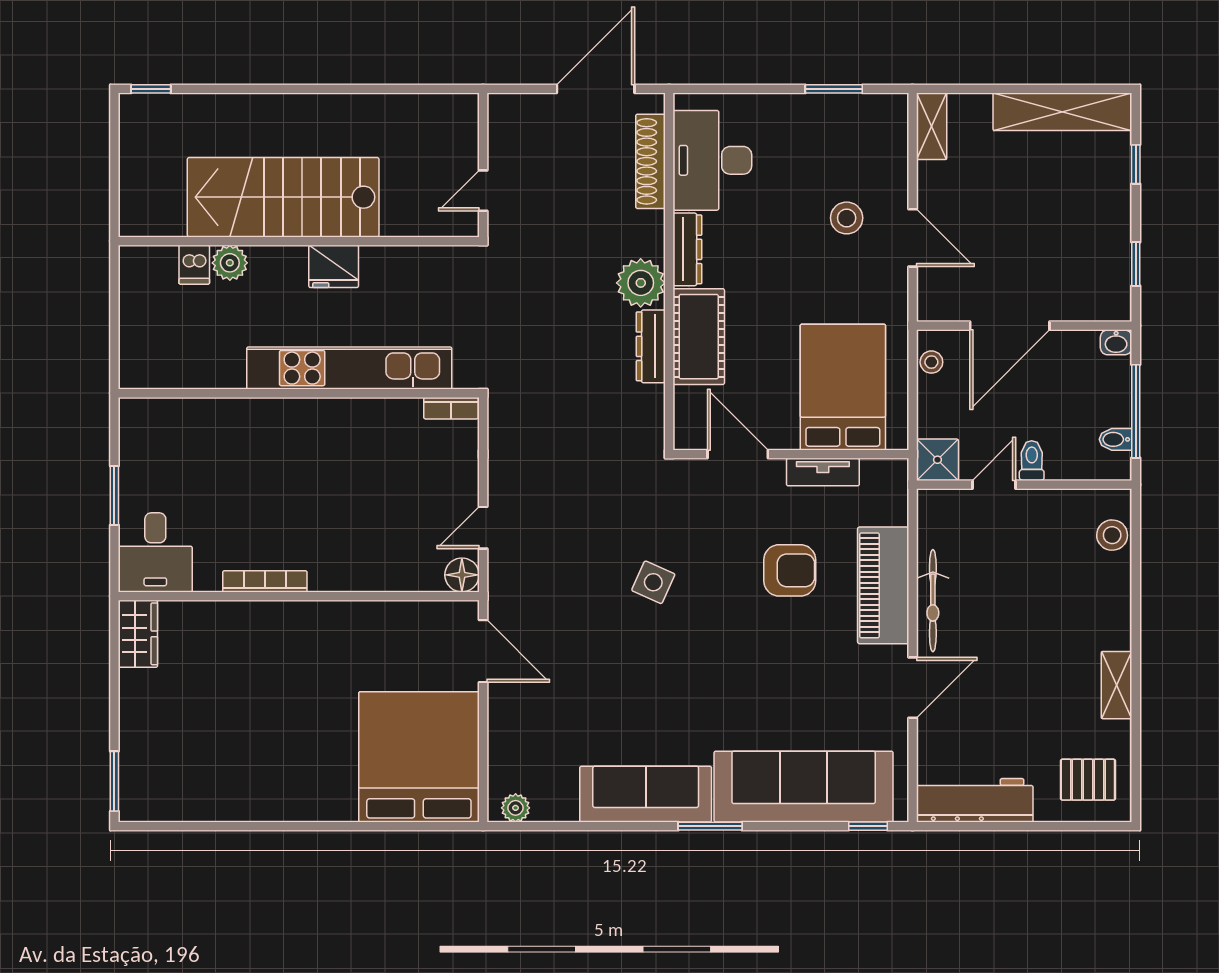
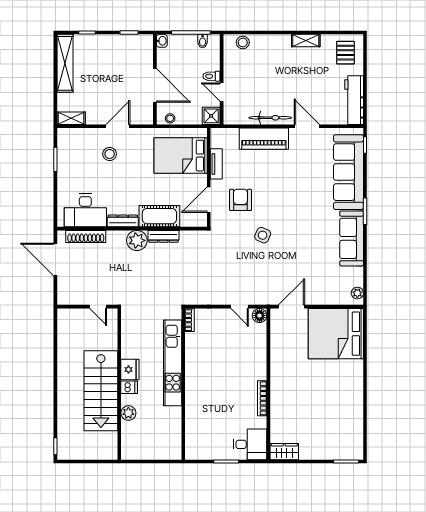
dishwasher: (194, 265) -> (129, 387), moved
armchair: (790, 570) -> (240, 200), moved

